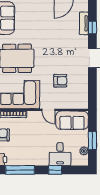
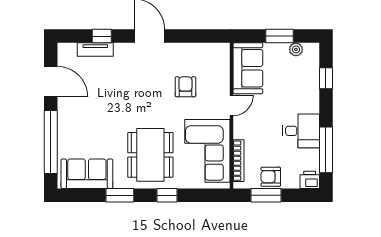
desk: (60, 154) -> (301, 131), moved
window: (55, 170) -> (326, 78), moved

